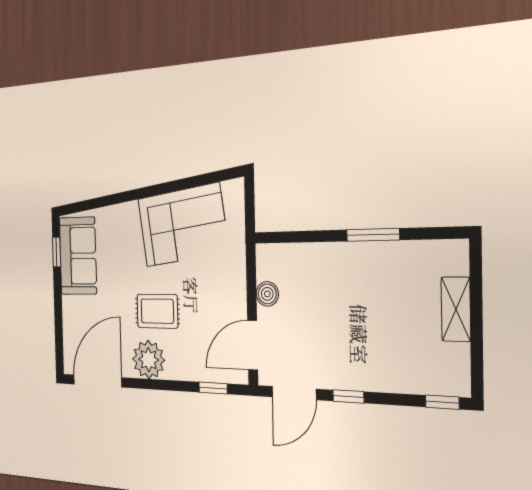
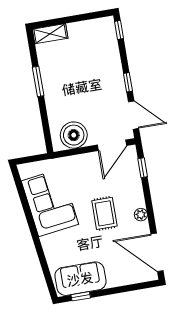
boiler: (267, 294) -> (74, 135), width x1.86, depth x1.86
shelving: (456, 309) -> (50, 34), moved
door: (253, 345) -> (112, 145), hinge flipped
plant: (149, 360) -> (141, 215), width x0.53, depth x0.53

